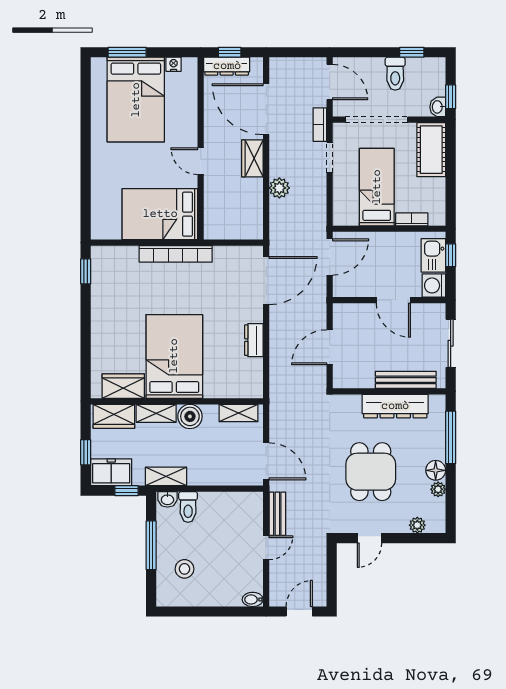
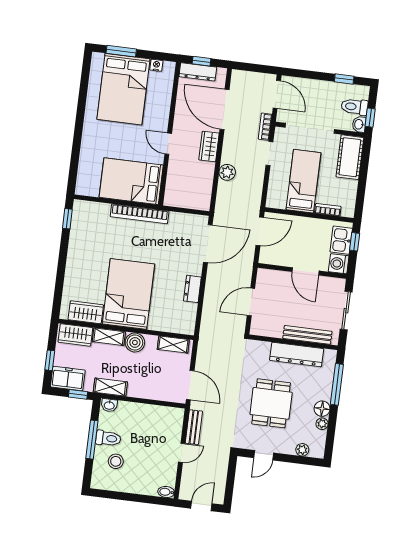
toilet: (395, 74) -> (354, 107), moved, turned 90
toilet: (188, 507) -> (108, 438), moved, turned -90

